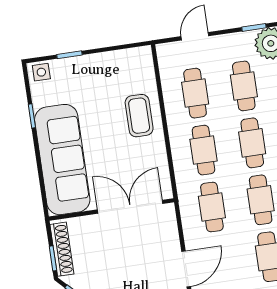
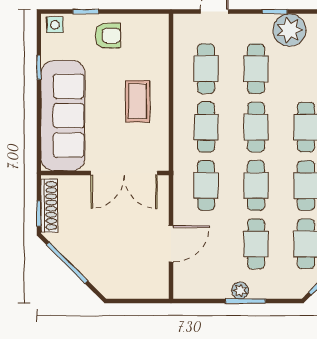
armchair: (95, 75) -> (108, 36), added
coffee table: (139, 116) -> (138, 101), moved
double door: (130, 207) -> (124, 173), swing flipped

